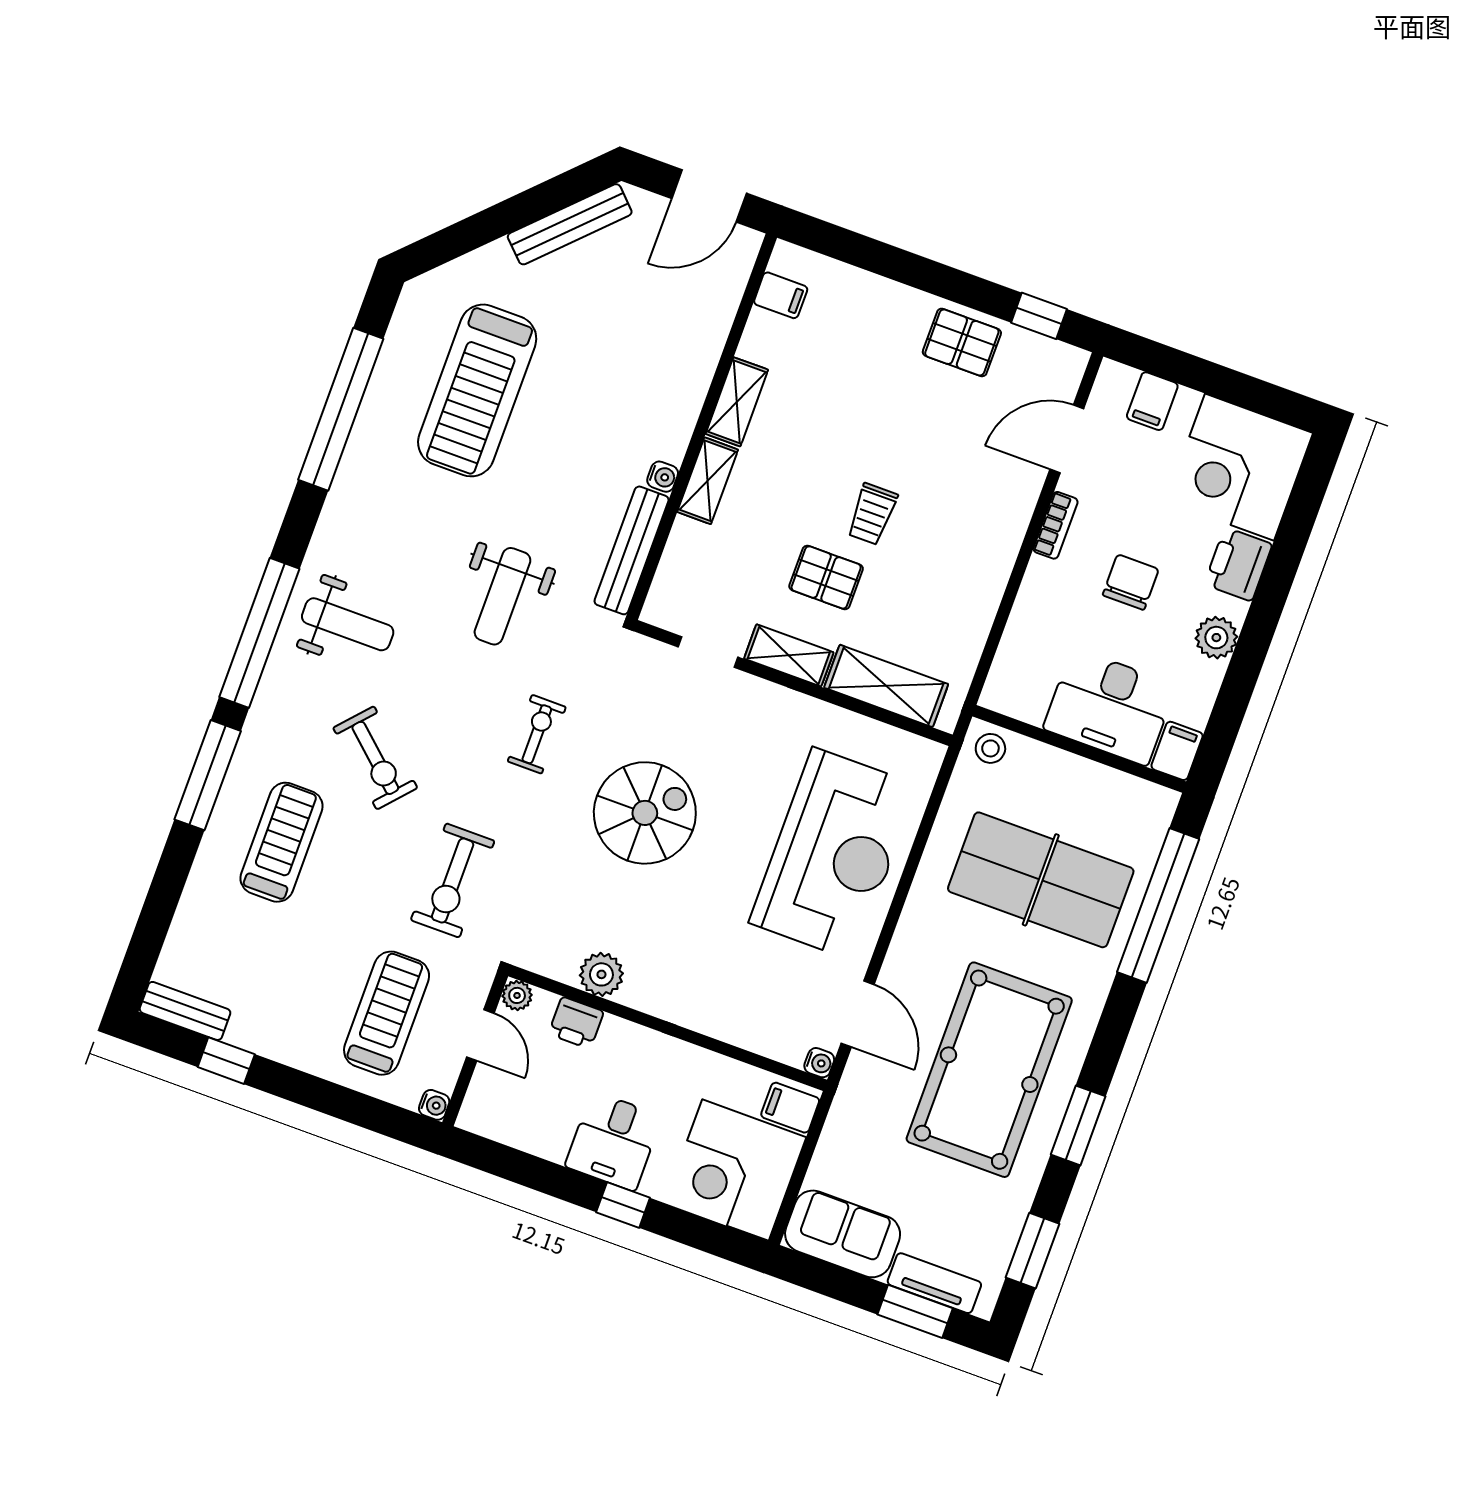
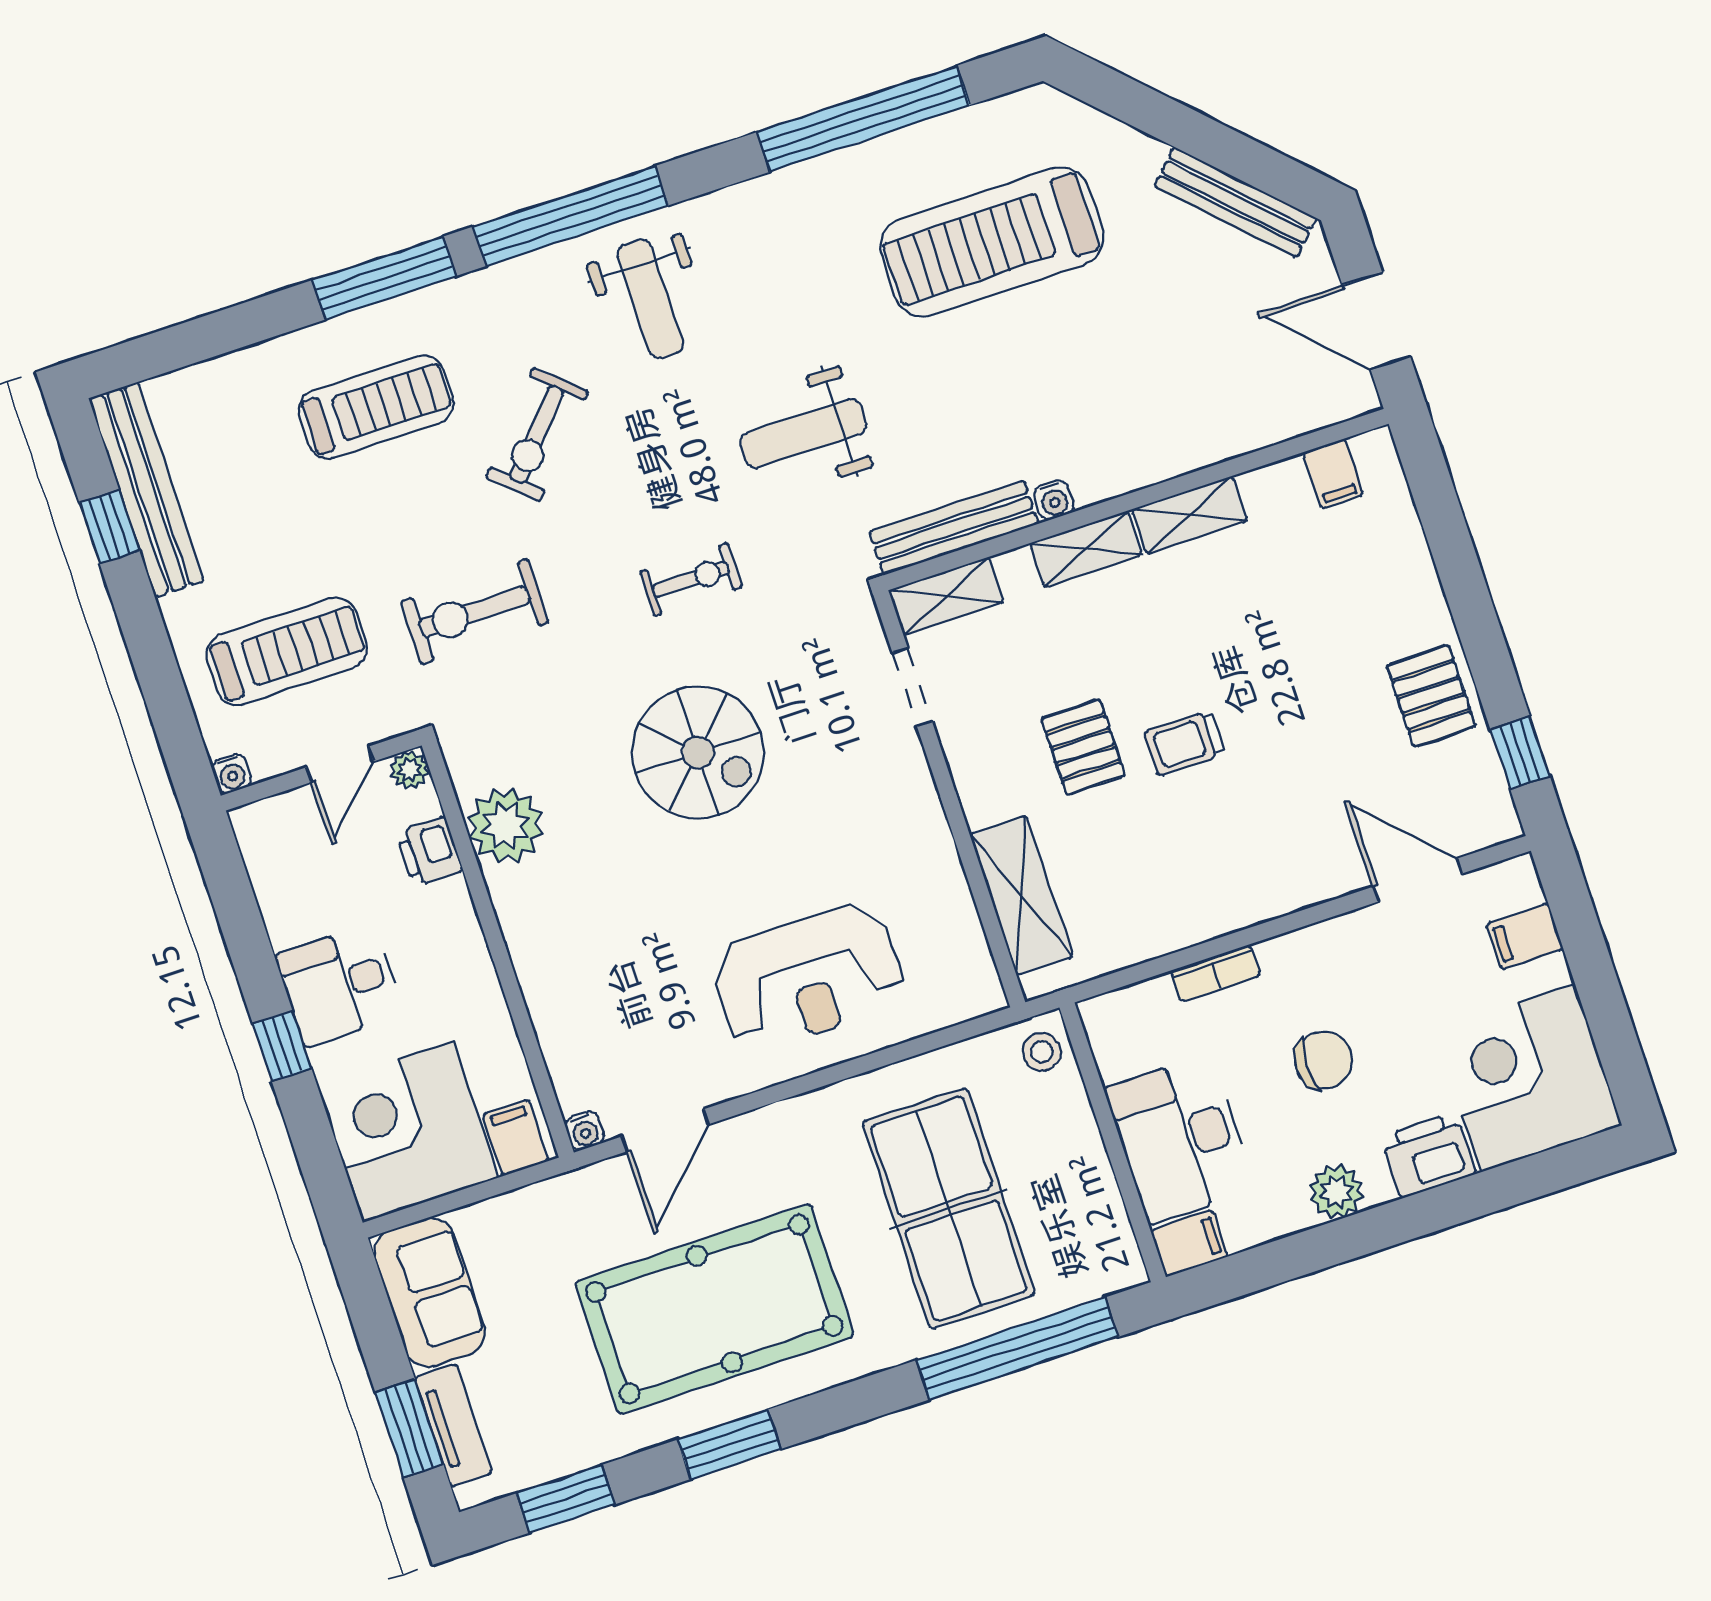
bookcase: (1055, 525) -> (1216, 973), moved
shelving: (789, 655) -> (946, 596), moved, turned 90
reception desk: (833, 854) -> (808, 977), width x0.74, depth x0.77
plant: (601, 974) -> (505, 826), width x1.36, depth x1.36
bench: (185, 1011) -> (146, 490), width x1.86, depth x1.21

